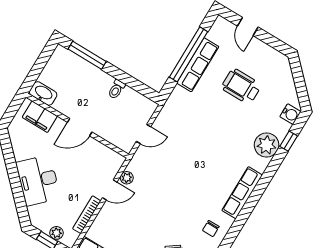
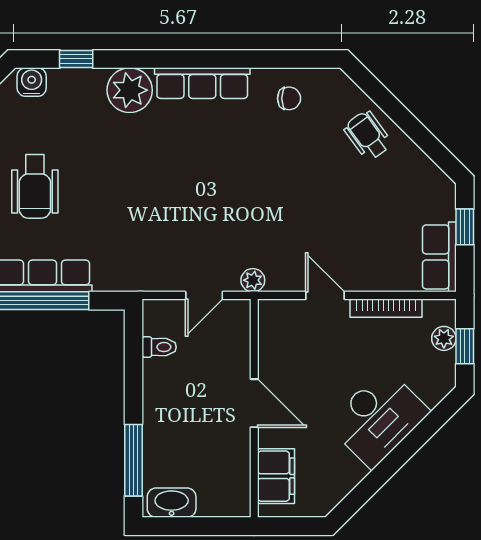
toilet: (116, 89) -> (159, 347), moved
washbasin: (43, 93) -> (172, 503), moved, turned 90
door: (144, 134) -> (204, 295), swing flipped
plant: (267, 145) -> (130, 90), moved
plant: (127, 178) -> (253, 280), moved

